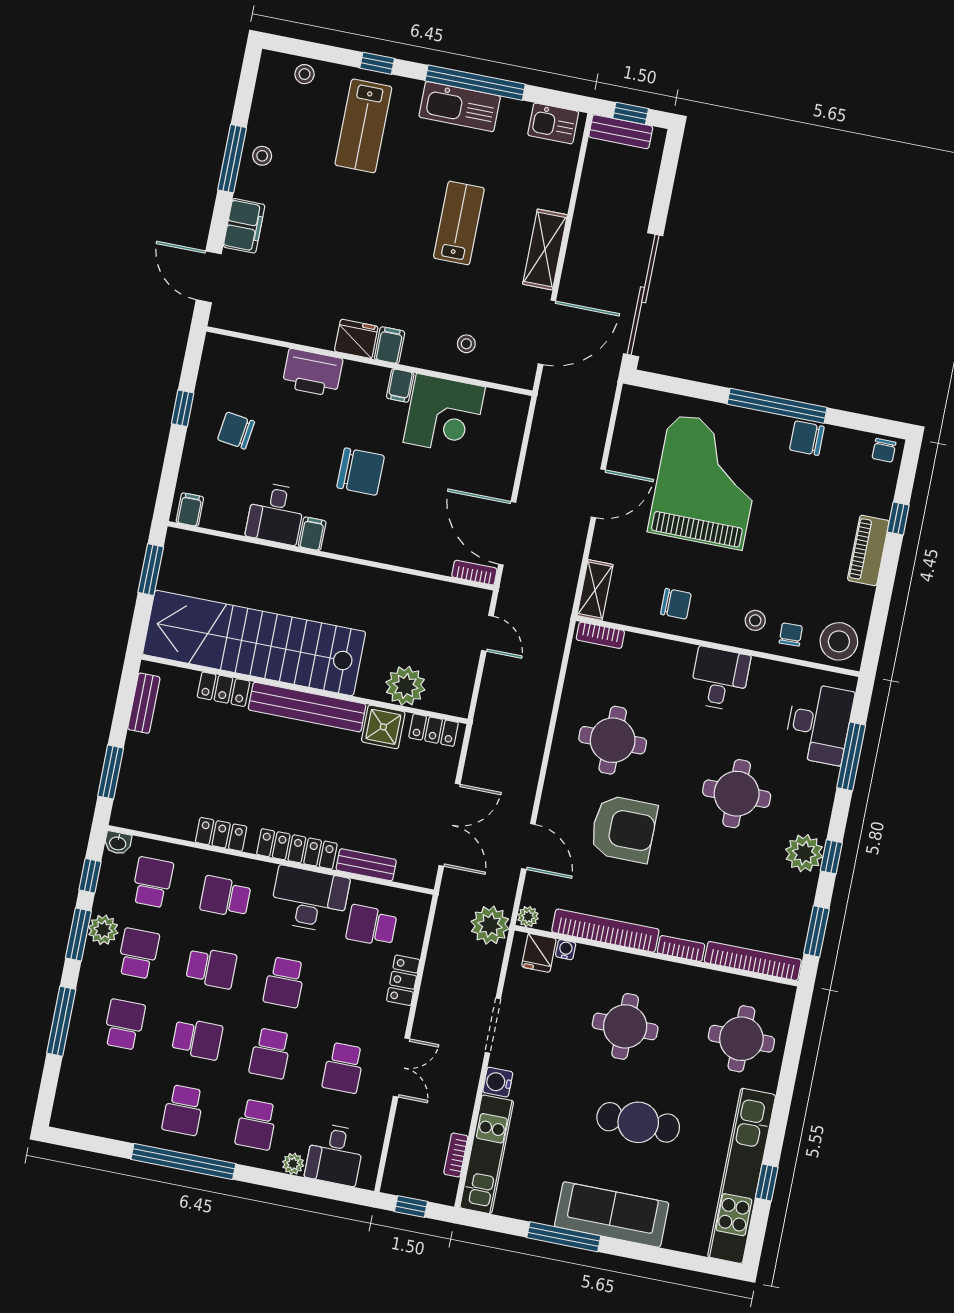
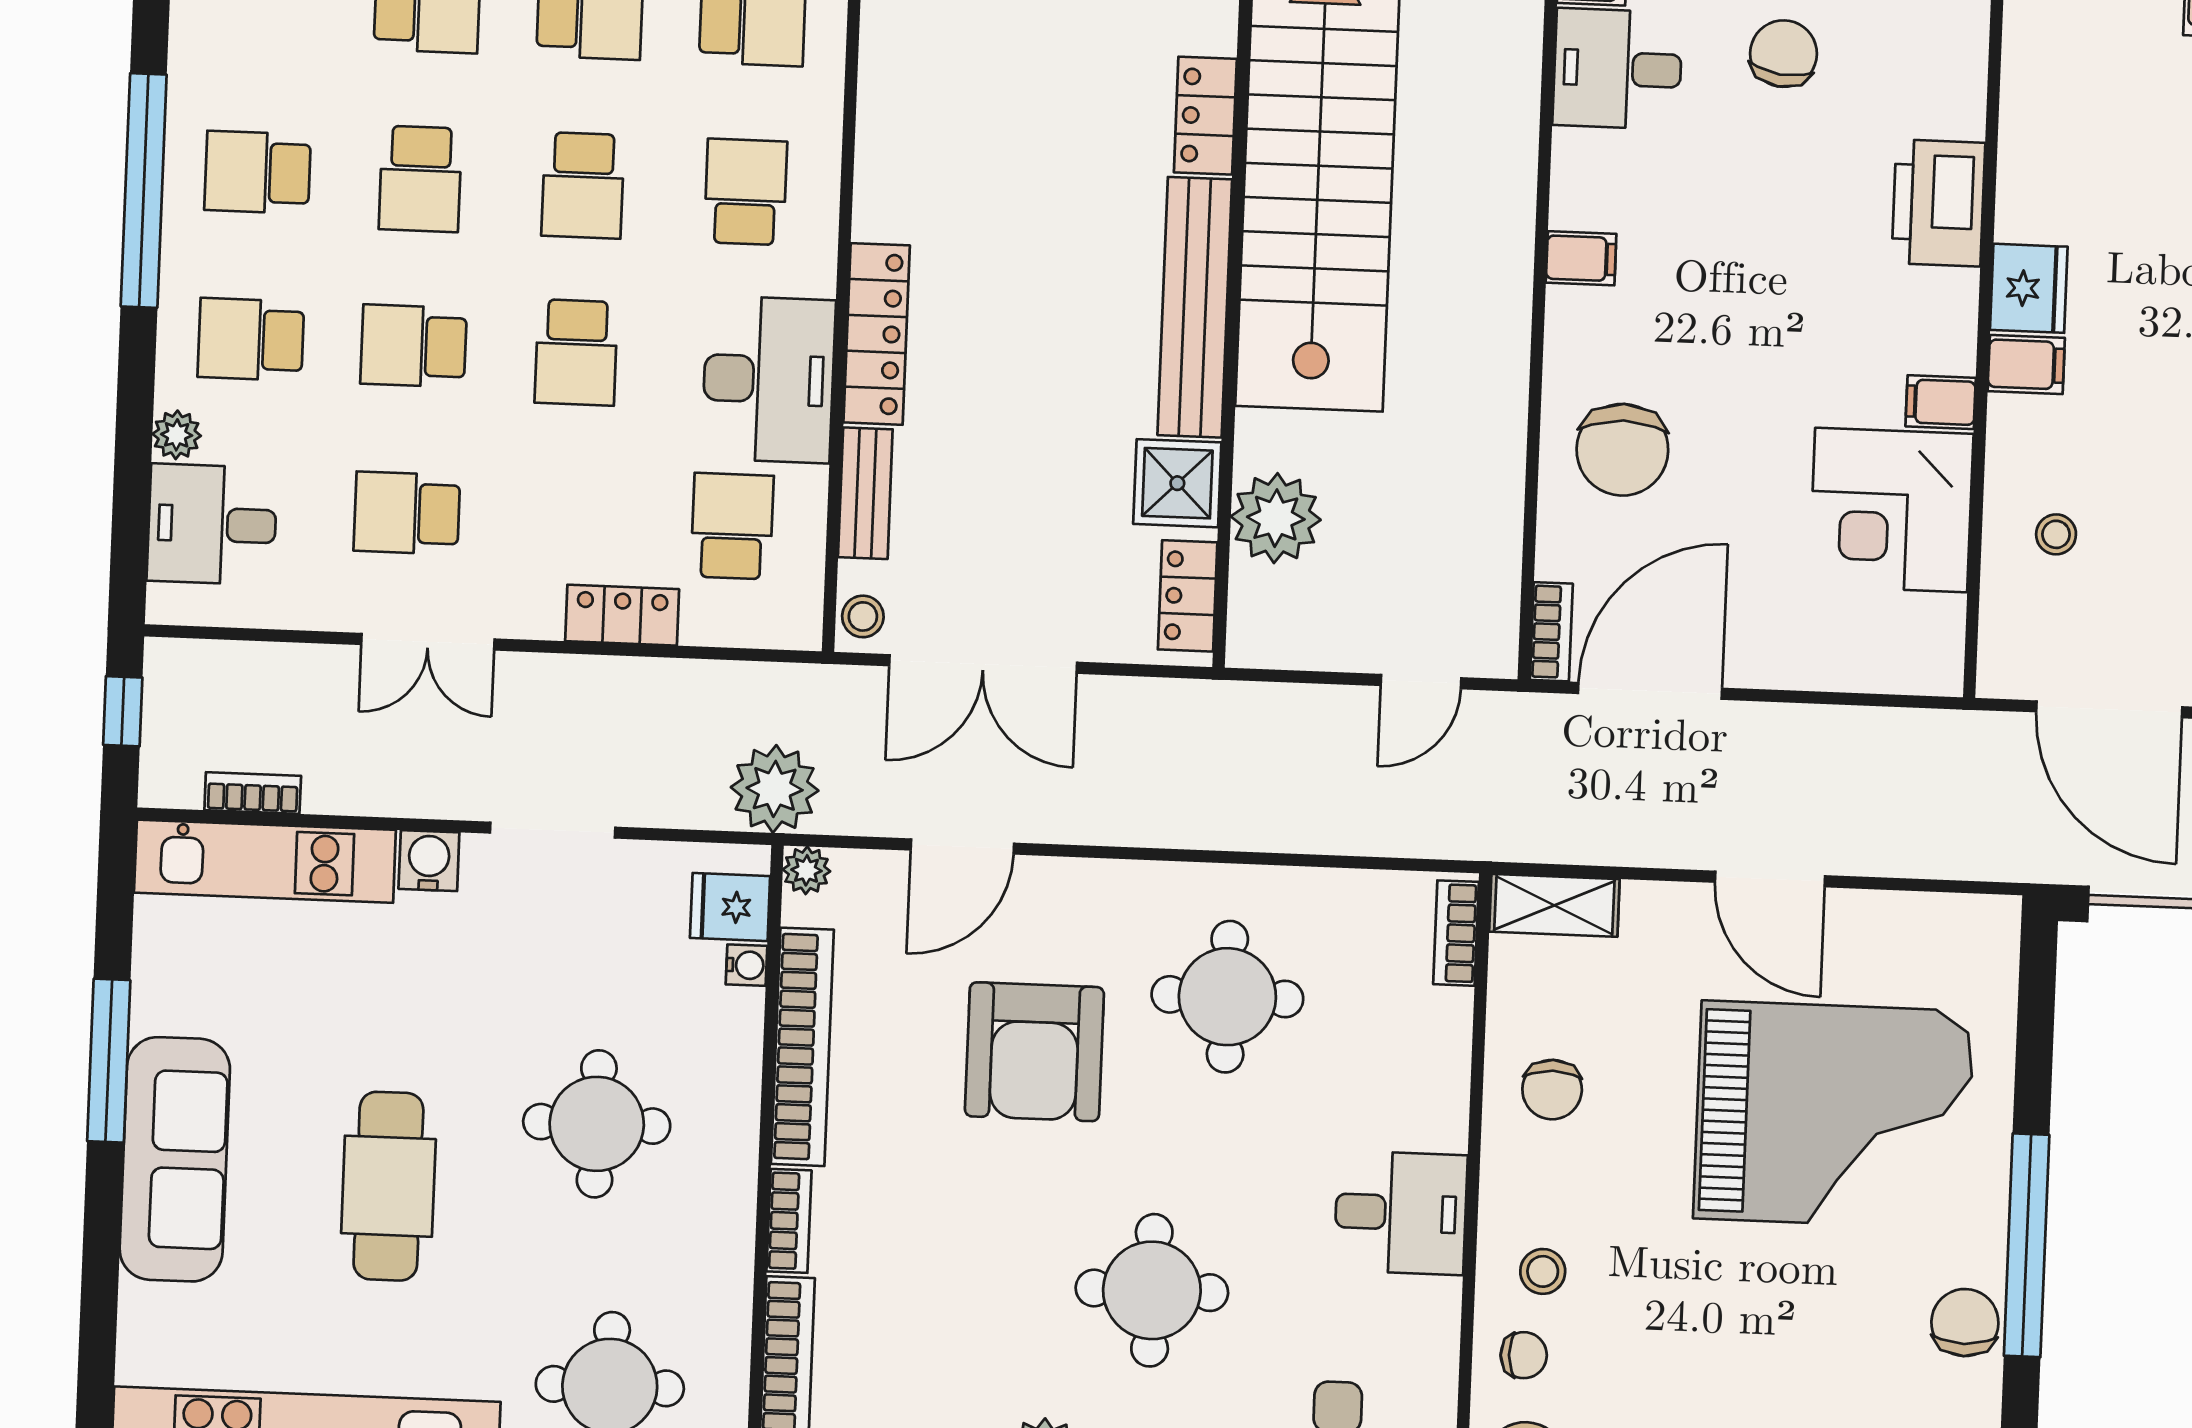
chair: (361, 472) -> (1622, 450), moved
desk: (276, 513) -> (1618, 69), moved
locker: (221, 834) -> (883, 161), removed
stool: (420, 874) -> (863, 616), added
school desk: (284, 982) -> (576, 352), turned -90

